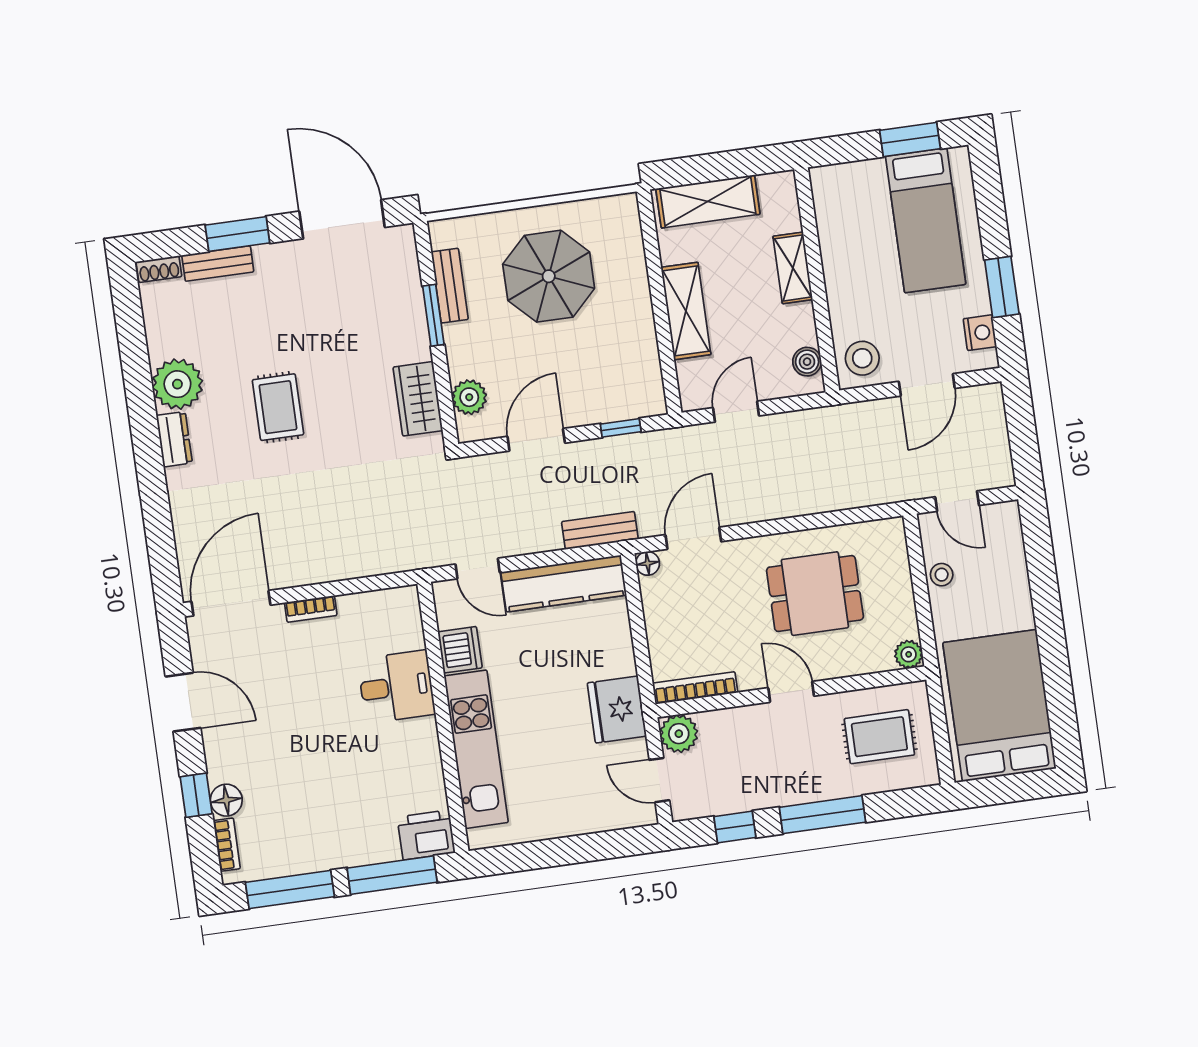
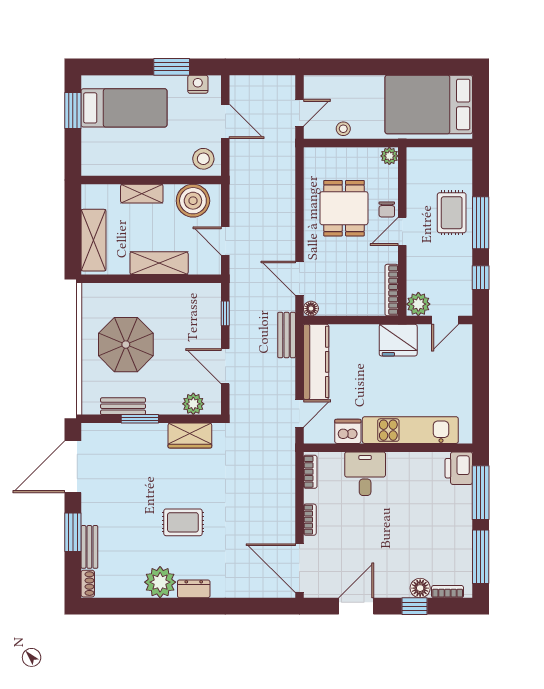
boiler: (807, 362) -> (193, 201), width x1.86, depth x1.86
bookcase: (387, 599) -> (310, 472), added
chair: (823, 662) -> (387, 209), added
rug: (879, 737) -> (452, 213), moved

